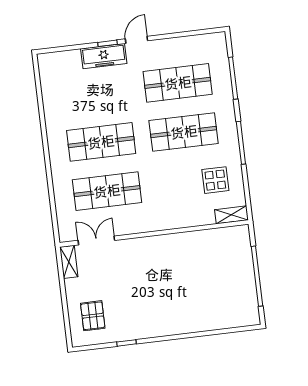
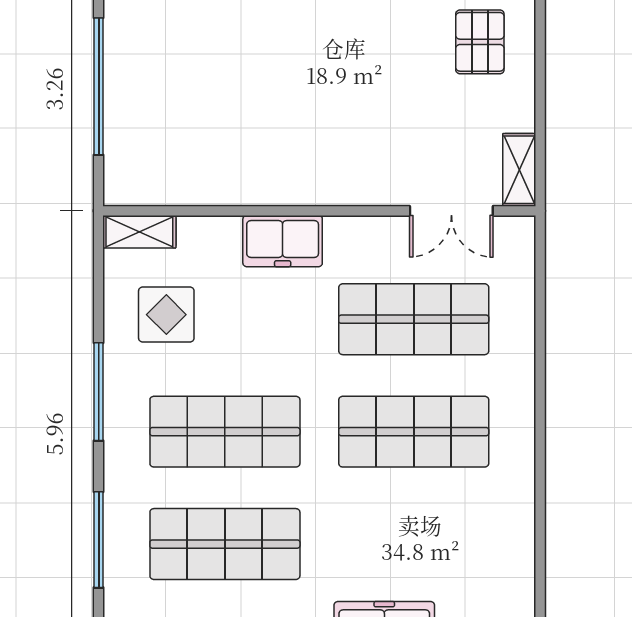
freezer: (168, 218) -> (283, 241), added

